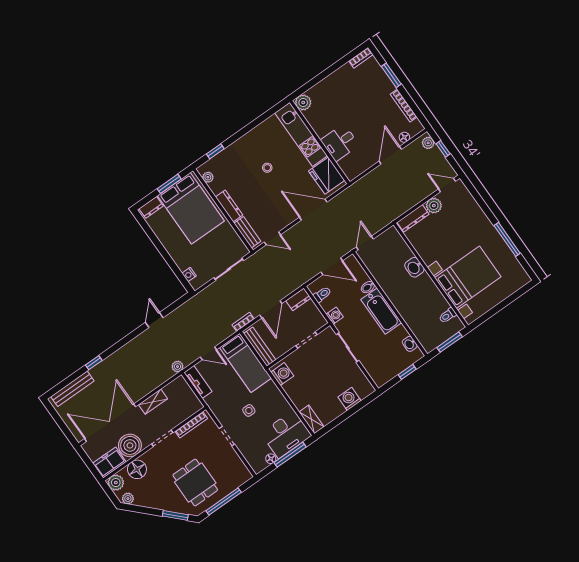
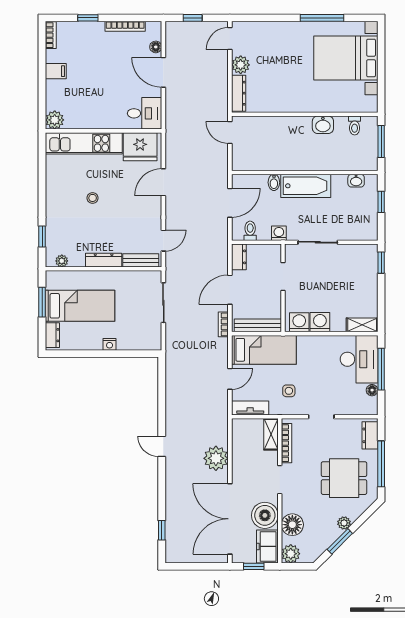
window: (391, 75) -> (88, 18), width x0.67
filing cabinet: (338, 79) -> (56, 71), added
desk: (340, 143) -> (145, 113), moved, turned -90
plant: (428, 143) -> (177, 28), removed
bed: (191, 208) -> (80, 306), width x0.67
door: (313, 210) -> (163, 182), width x0.73
door: (365, 243) -> (230, 132), moved
washbasin: (414, 267) -> (323, 125), moved
nightstand: (189, 275) -> (110, 344), moved
bed with nightstands: (468, 277) -> (346, 58), moved, turned -90
door: (271, 309) -> (230, 290), swing flipped
door: (154, 320) -> (162, 446), moved
window: (94, 363) -> (162, 530), moved
plant: (178, 367) -> (216, 458), moved, width x1.87, depth x1.87
bench: (72, 389) -> (172, 532), removed
washing machine: (350, 399) -> (320, 322), moved, turned 90
shelving: (153, 402) -> (271, 434), moved
window: (365, 402) -> (381, 263), added
side table: (249, 410) -> (289, 391), moved
window: (89, 463) -> (254, 566), added
dresser: (238, 480) -> (370, 435), added
plant: (128, 499) -> (344, 523), moved
window: (175, 515) -> (340, 541), moved

